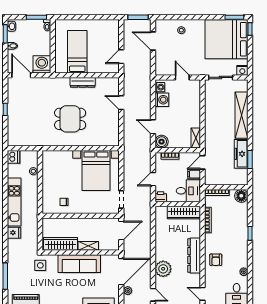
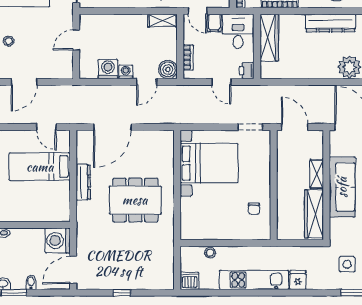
bed: (77, 52) -> (40, 167), moved
washing machine: (160, 87) -> (126, 72), moved
door: (121, 103) -> (112, 127), width x1.88
dining table: (70, 119) -> (135, 200), width x1.38
side table: (40, 265) -> (347, 264), moved

